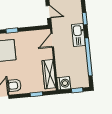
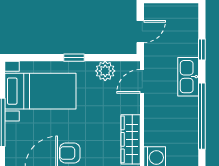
door: (48, 12) -> (140, 32), hinge flipped
plant: (31, 36) -> (105, 71), added

